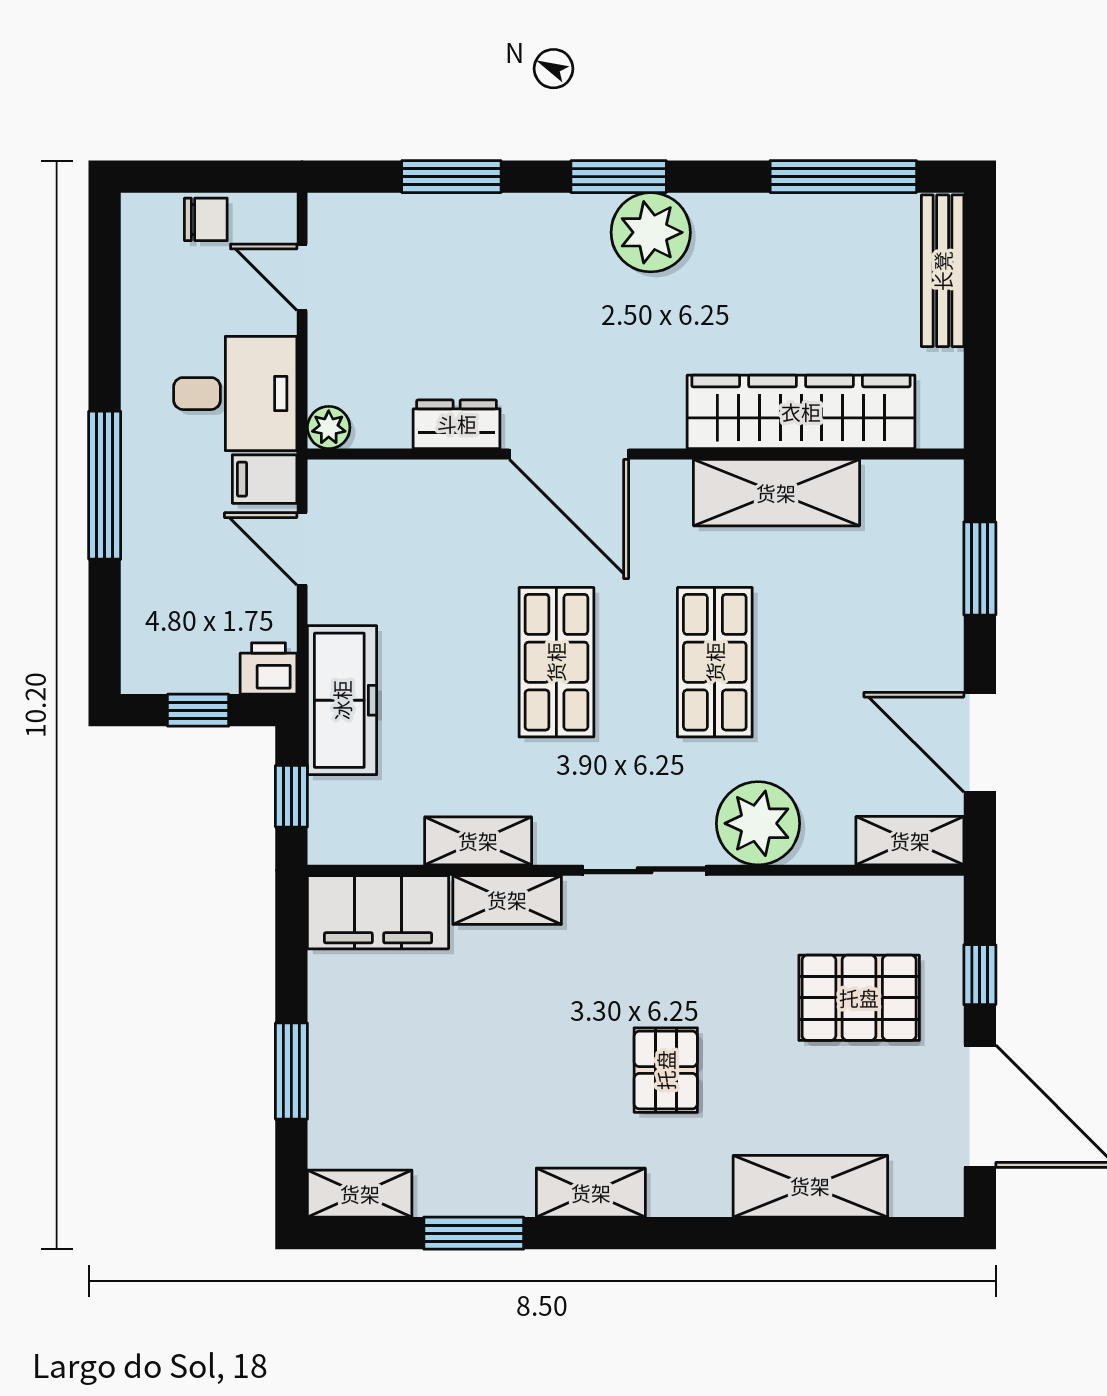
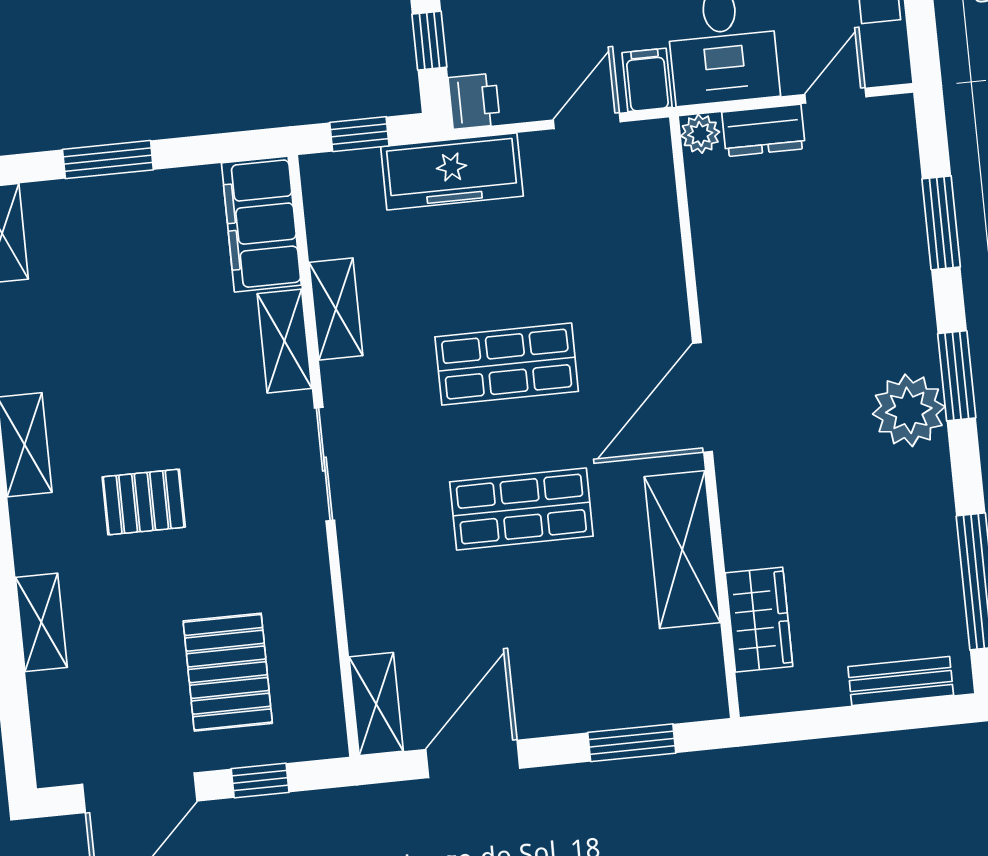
bench: (943, 271) -> (901, 681), width x0.73
wardrobe: (801, 412) -> (759, 620), width x0.48, depth x0.85
dresser: (457, 424) -> (764, 130), moved, turned 90
door: (569, 454) -> (702, 397), moved
plant: (758, 823) -> (378, 564), removed
shelving: (810, 1186) -> (41, 622), width x0.67, depth x0.75

